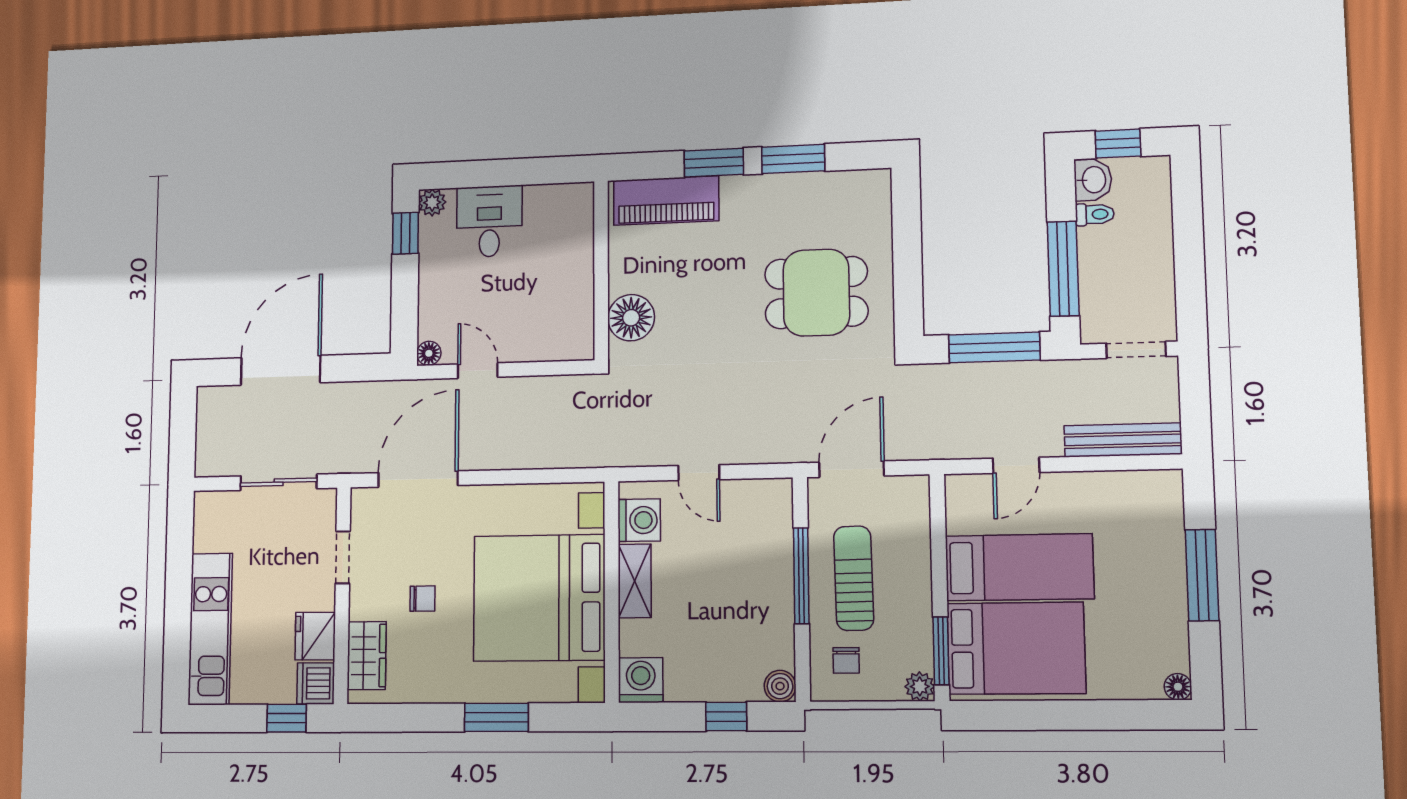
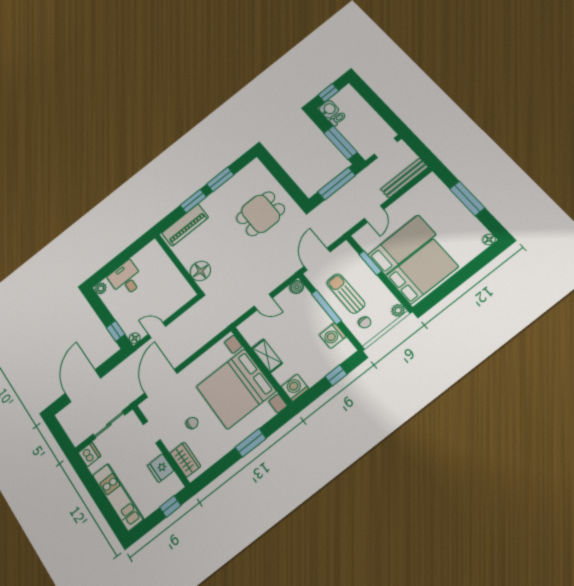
window: (405, 233) -> (116, 331), moved
washing machine: (639, 520) -> (333, 336), moved, turned 180
window: (941, 651) -> (370, 263), moved
dishwasher: (316, 683) -> (90, 454), moved, turned 180
boiler: (780, 686) -> (297, 287), moved

